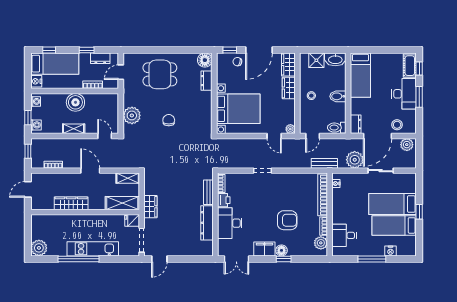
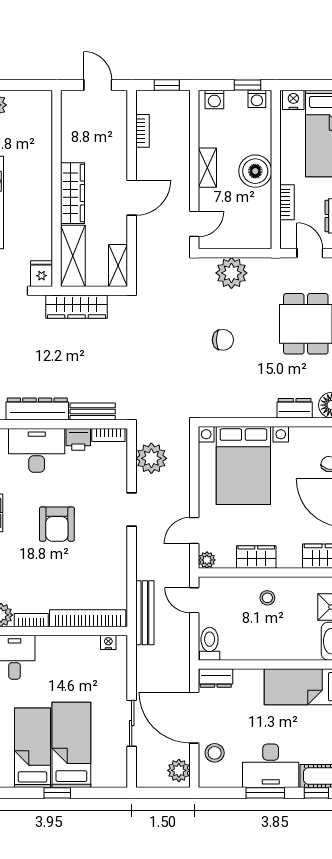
wardrobe: (289, 88) -> (256, 557), moved
bidet: (338, 96) -> (266, 646), removed
window: (28, 118) -> (248, 85), moved
plant: (355, 160) -> (151, 458), moved
bench: (324, 163) -> (145, 613), width x1.36
wardrobe: (71, 203) -> (72, 193), moved
wardrobe: (150, 207) -> (77, 307), width x1.50
armchair: (287, 220) -> (57, 524), moved

